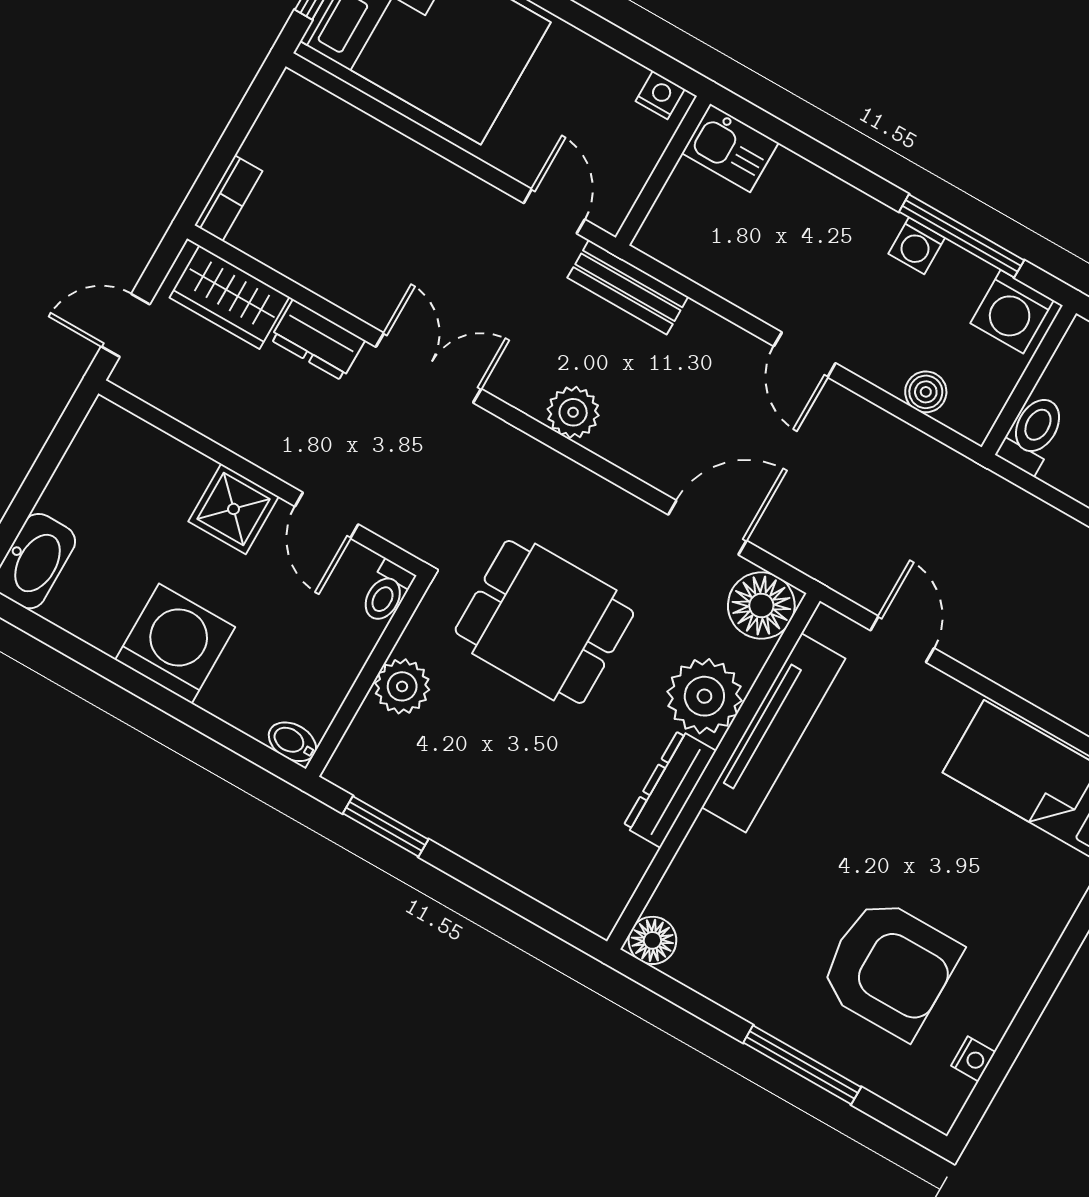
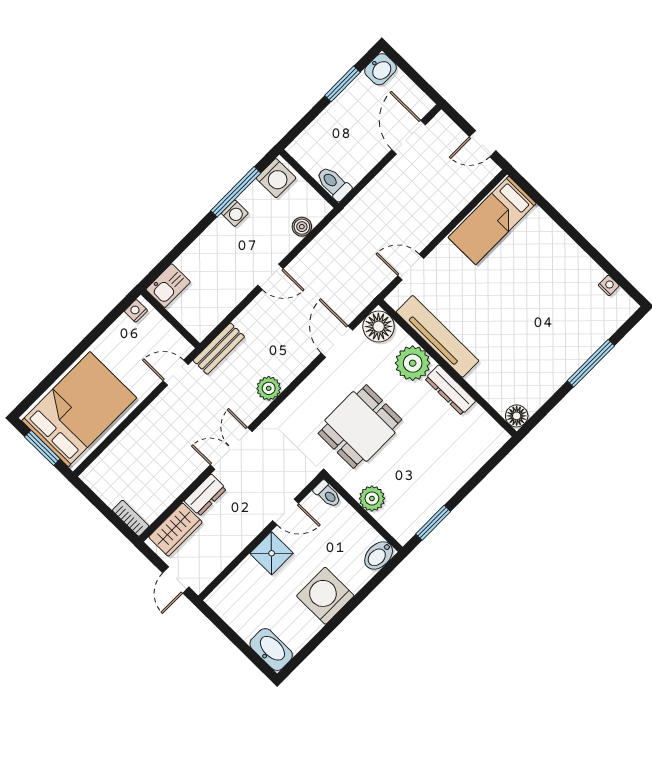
bidet: (292, 742) -> (379, 555), width x1.38, depth x1.36
armchair: (890, 968) -> (558, 312), removed

